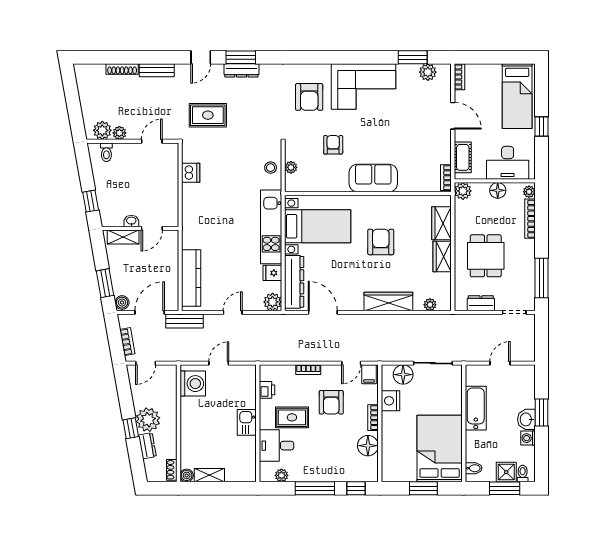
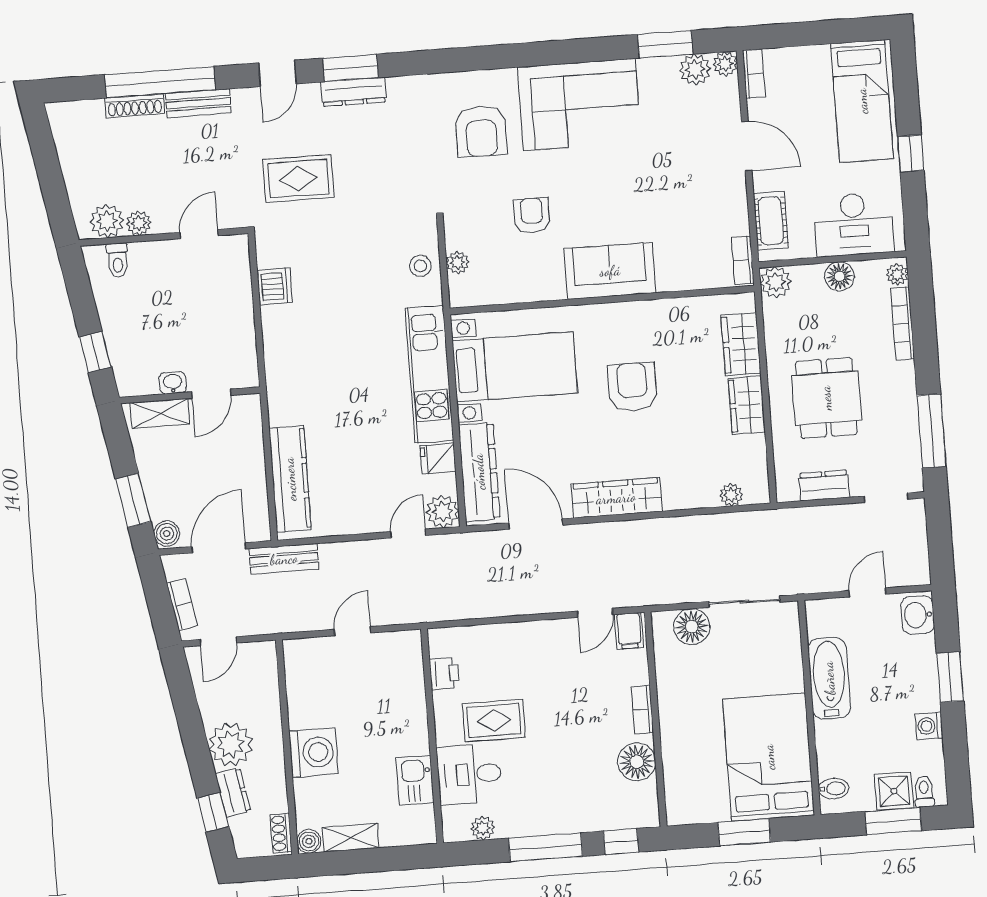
window: (137, 57) -> (160, 82), added
plant: (444, 70) -> (725, 64), added
wardrobe: (388, 301) -> (616, 498), moved
door: (233, 312) -> (408, 534), moved
bookcase: (308, 370) -> (517, 631), removed
washing machine: (193, 384) -> (314, 752), moved
nightstand: (390, 401) -> (672, 677), removed
armchair: (331, 402) -> (564, 687), removed
washbasin: (526, 419) -> (918, 615), moved
kitchen sink: (247, 422) -> (415, 780), moved
window: (131, 428) -> (213, 812), moved

